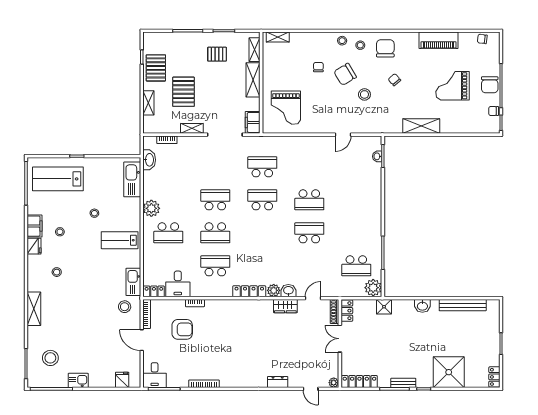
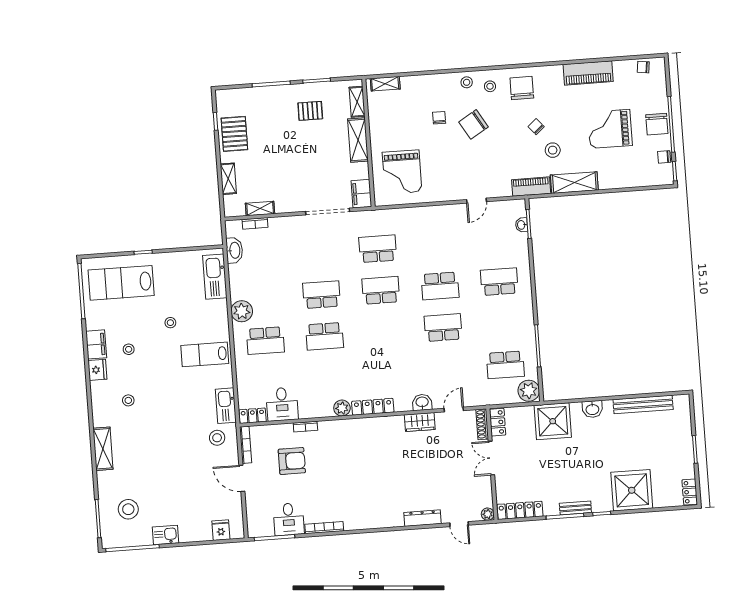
pallet: (184, 92) -> (271, 161), removed
stool: (364, 94) -> (553, 150), moved
piano: (387, 127) -> (531, 187), added
shelving: (192, 128) -> (260, 209), moved
school desk: (215, 266) -> (499, 282), moved
plant: (274, 290) -> (342, 408), moved
shower: (384, 307) -> (553, 421), width x1.86, depth x1.86
desk: (155, 375) -> (289, 519), moved
dresser: (278, 382) -> (422, 518), width x1.44

